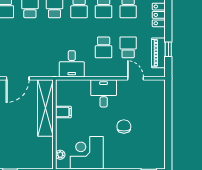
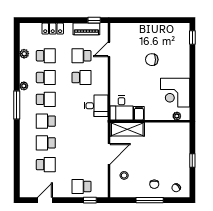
window: (168, 49) -> (94, 20), moved
door: (18, 78) -> (109, 154), hinge flipped
desk: (104, 93) -> (121, 108), moved, turned -90
shelving: (45, 108) -> (127, 129), width x0.68

